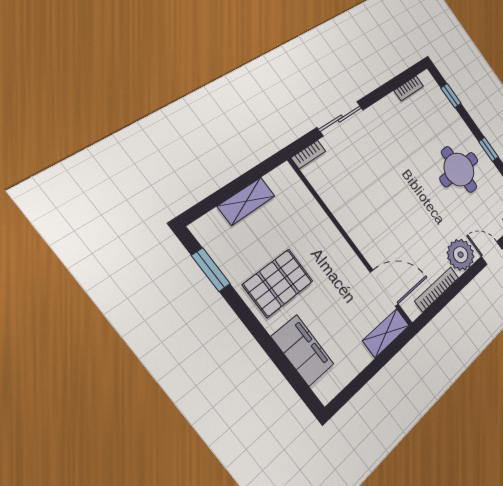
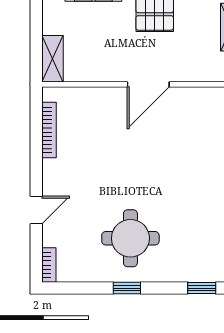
plant: (461, 255) -> (59, 177), removed
door: (384, 288) -> (148, 84), moved

